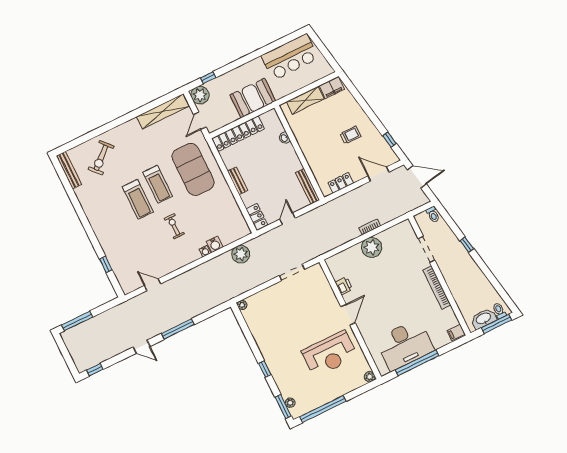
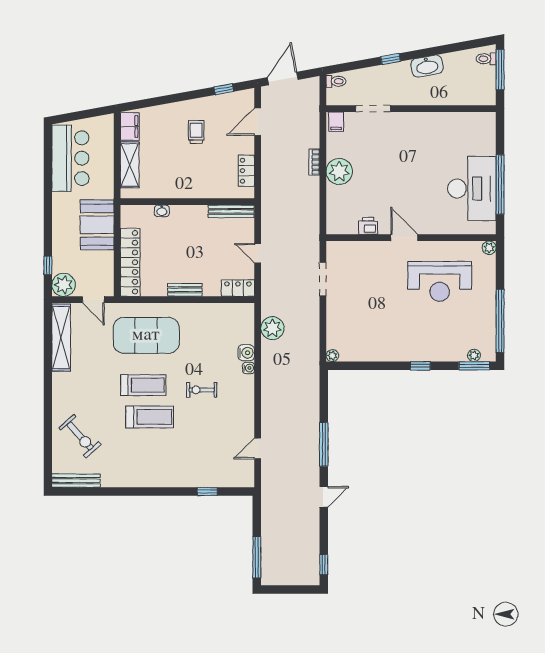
bookcase: (437, 287) -> (423, 118), removed
washbasin: (484, 319) -> (427, 66), moved, turned -100
filing cabinet: (456, 332) -> (336, 122), moved
reception desk: (330, 354) -> (440, 281), turned 90

